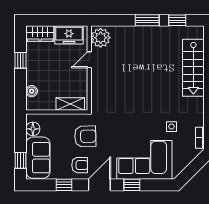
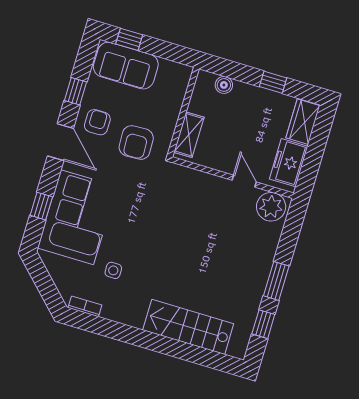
floor lamp: (33, 129) -> (169, 71), removed
armchair: (80, 165) -> (97, 122), turned 180
window: (132, 185) -> (41, 206), moved

